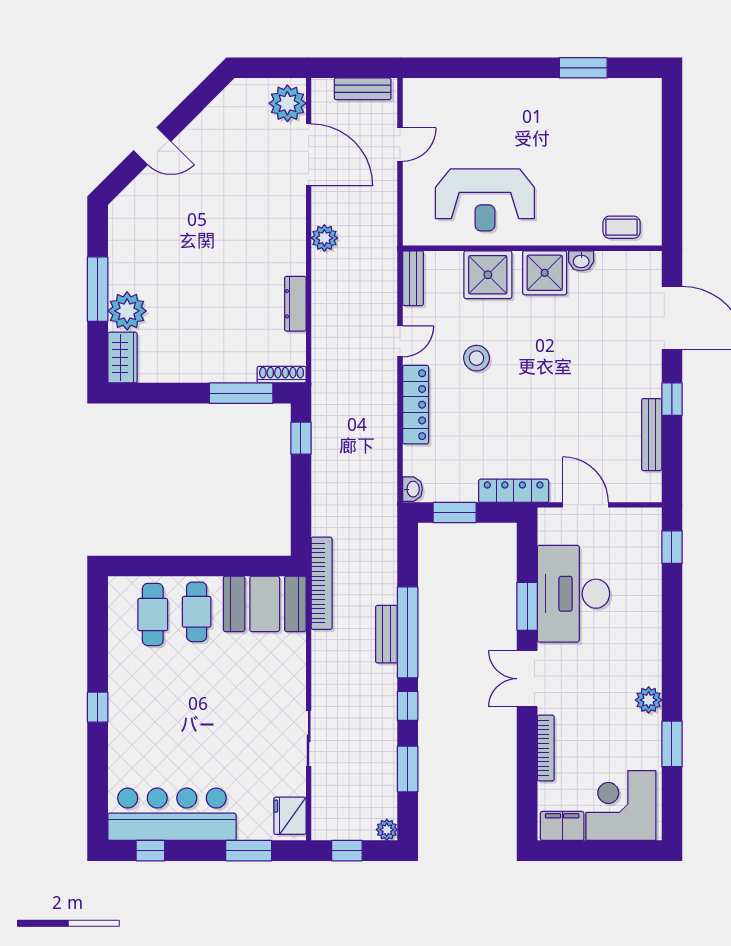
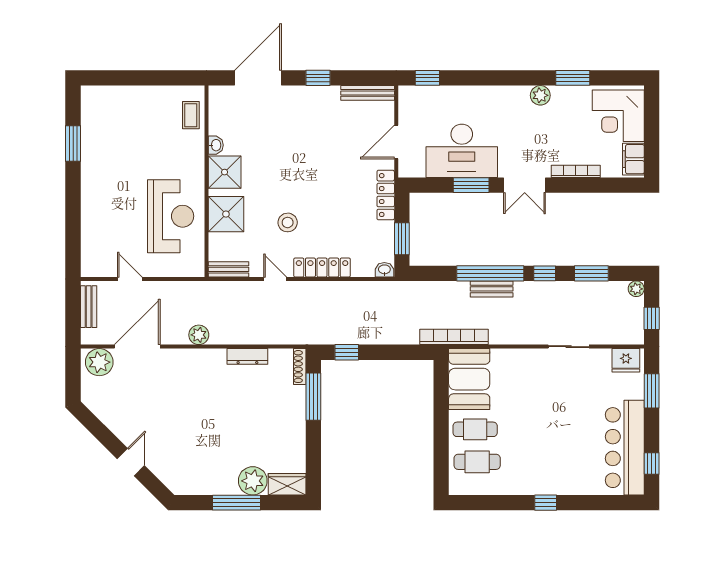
bench: (652, 435) -> (368, 93), moved

